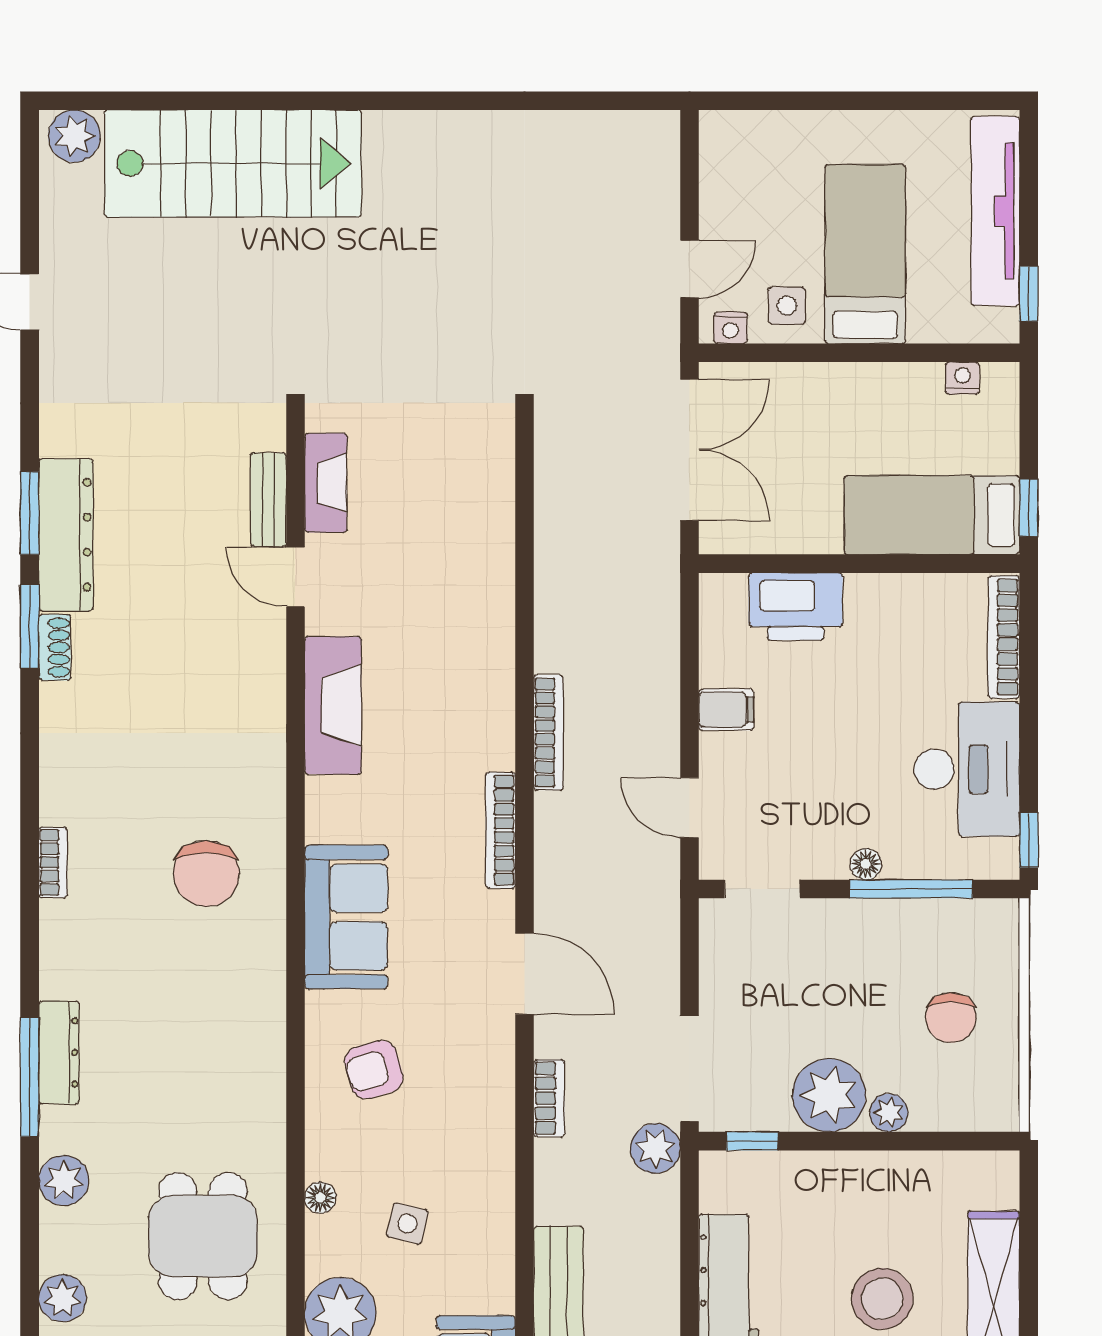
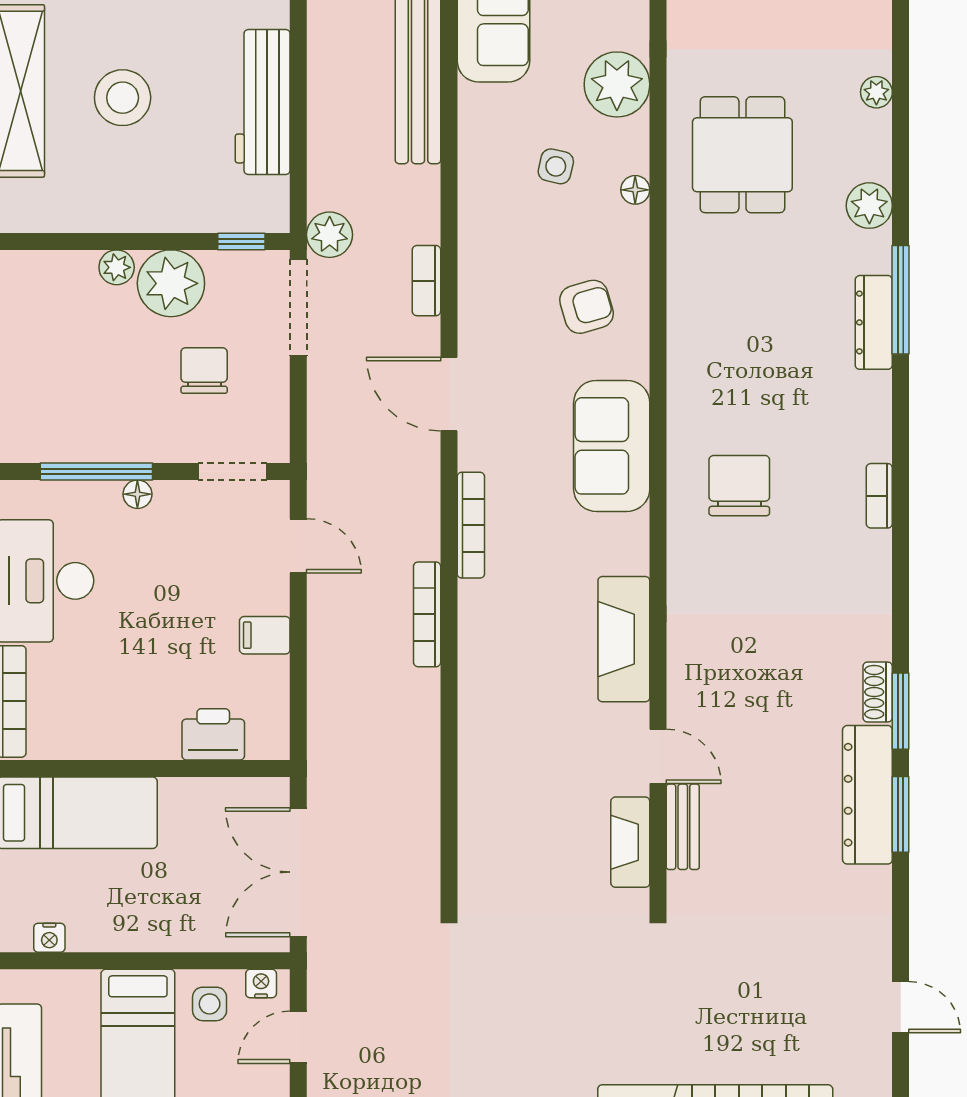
printer: (796, 606) -> (213, 734), width x0.73, depth x0.84
chair: (951, 1018) -> (204, 371), moved
plant: (63, 1298) -> (876, 92), width x0.73, depth x0.73

